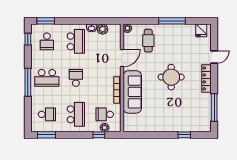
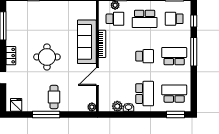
window: (28, 39) -> (194, 21), moved
school desk: (47, 41) -> (174, 94), width x1.85
school desk: (76, 41) -> (145, 94), turned 180
cafe table: (148, 41) -> (54, 97), moved
school desk: (76, 78) -> (145, 56), turned -90
locker: (206, 78) -> (11, 56), width x0.66
school desk: (76, 114) -> (145, 19), turned -90

